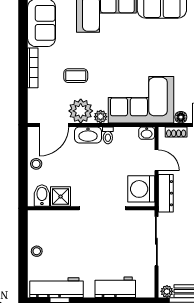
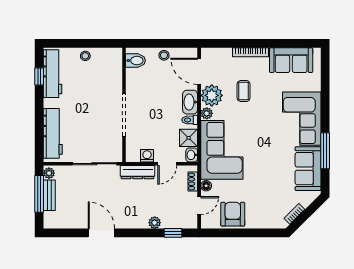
washing machine: (141, 189) -> (147, 156), width x0.53, depth x0.53
shower: (61, 197) -> (189, 138), moved
workbench: (115, 287) -> (53, 133), width x1.38

